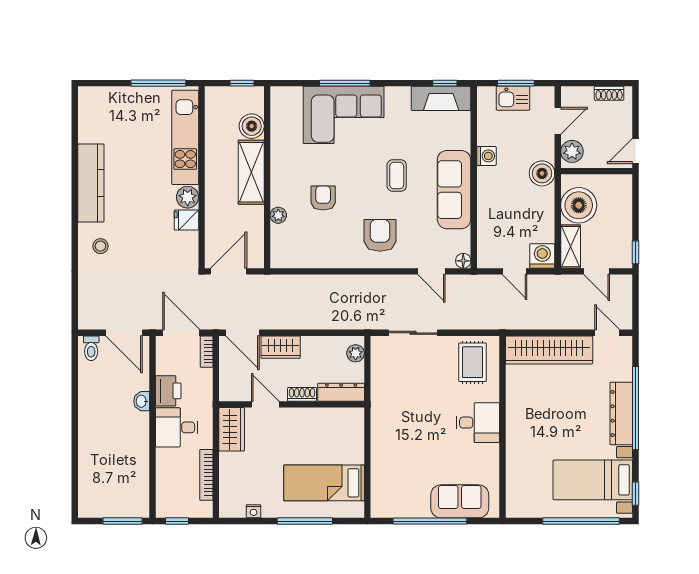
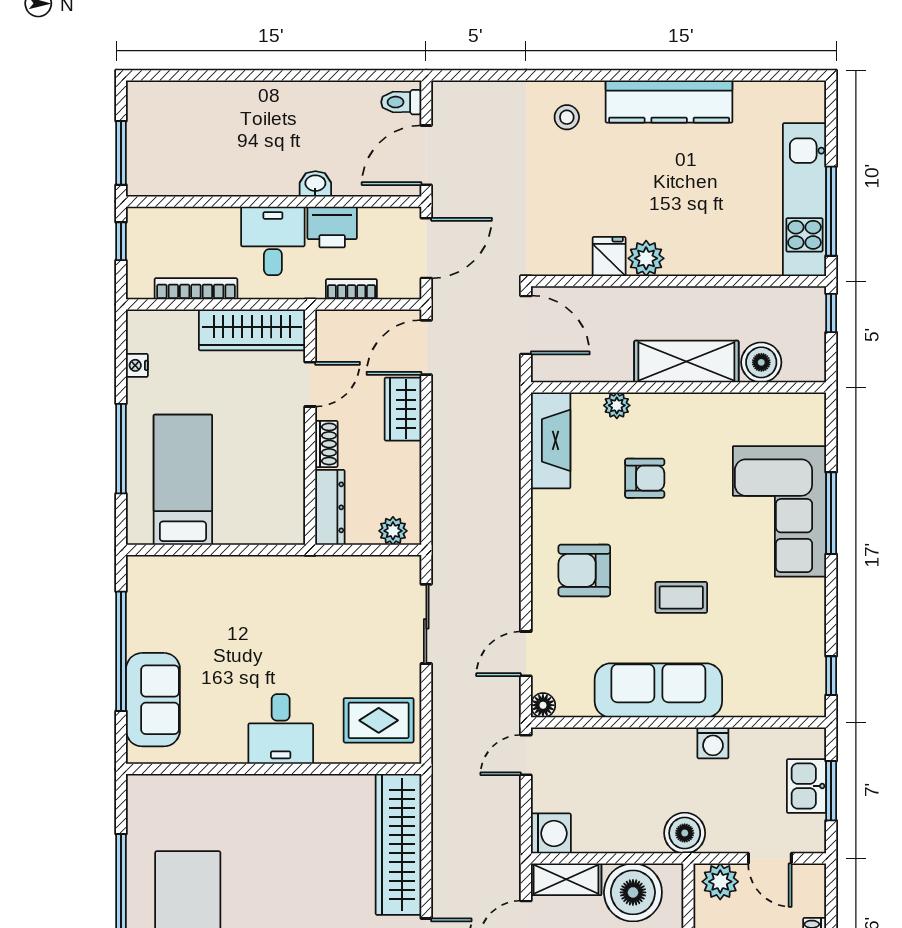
window: (242, 83) -> (831, 313), moved
fireplace: (441, 98) -> (551, 440), moved, turned 180
kitchen unit: (185, 137) -> (804, 200), moved, turned -90
armchair: (380, 235) -> (584, 570), turned 180
door: (515, 271) -> (526, 755), moved
bookcase: (207, 352) -> (351, 289), moved
wardrobe: (232, 429) -> (252, 330), width x1.50

